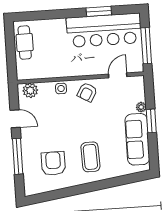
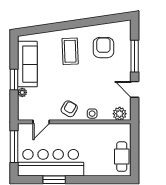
armchair: (53, 163) -> (103, 48), turned 180

